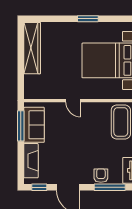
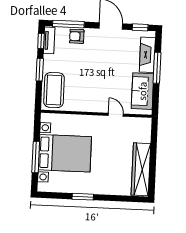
door: (73, 101) -> (116, 115), moved
window: (21, 126) -> (157, 68), moved
armchair: (101, 176) -> (77, 36), turned 90

